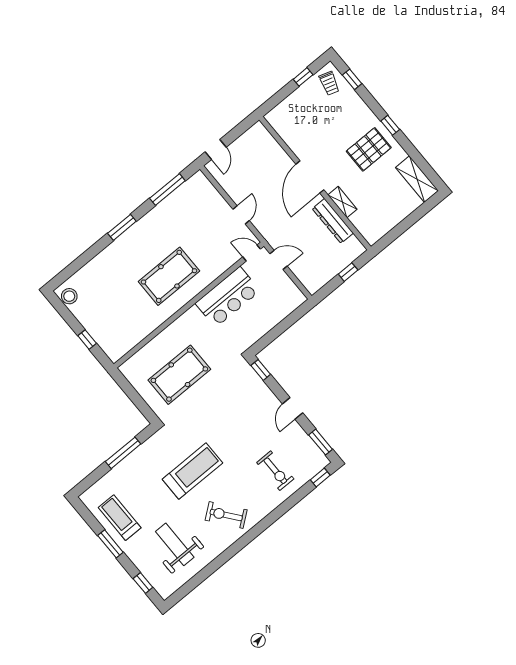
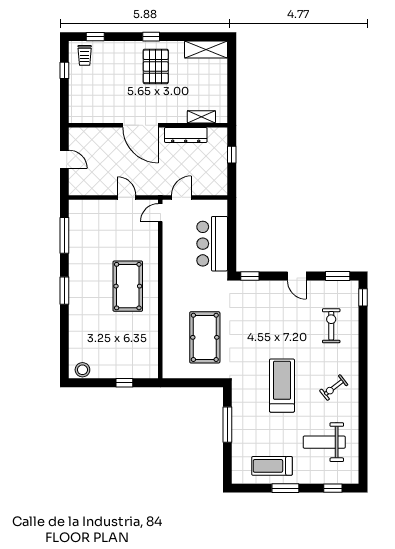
trolley: (329, 83) -> (85, 55), turned 73
door: (216, 150) -> (64, 159), moved
shelving: (342, 202) -> (201, 117), moved
bar counter: (228, 297) -> (212, 244), moved, turned 180
exercise bike: (275, 471) -> (331, 326), turned -90
exercise bike: (226, 515) -> (334, 388), width x0.73, depth x0.72

